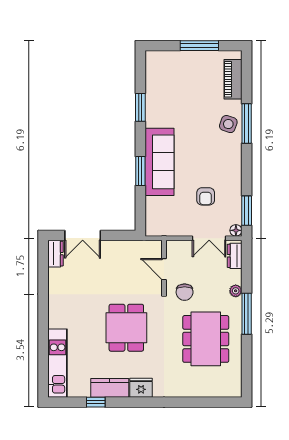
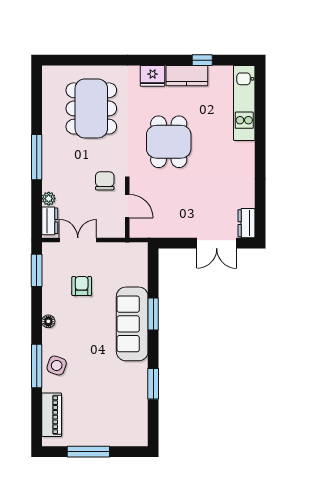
floor lamp: (236, 230) -> (48, 321), moved
double door: (83, 235) -> (217, 243), swing flipped
plant: (236, 291) -> (49, 199), moved
dining table: (206, 339) -> (91, 108), moved

